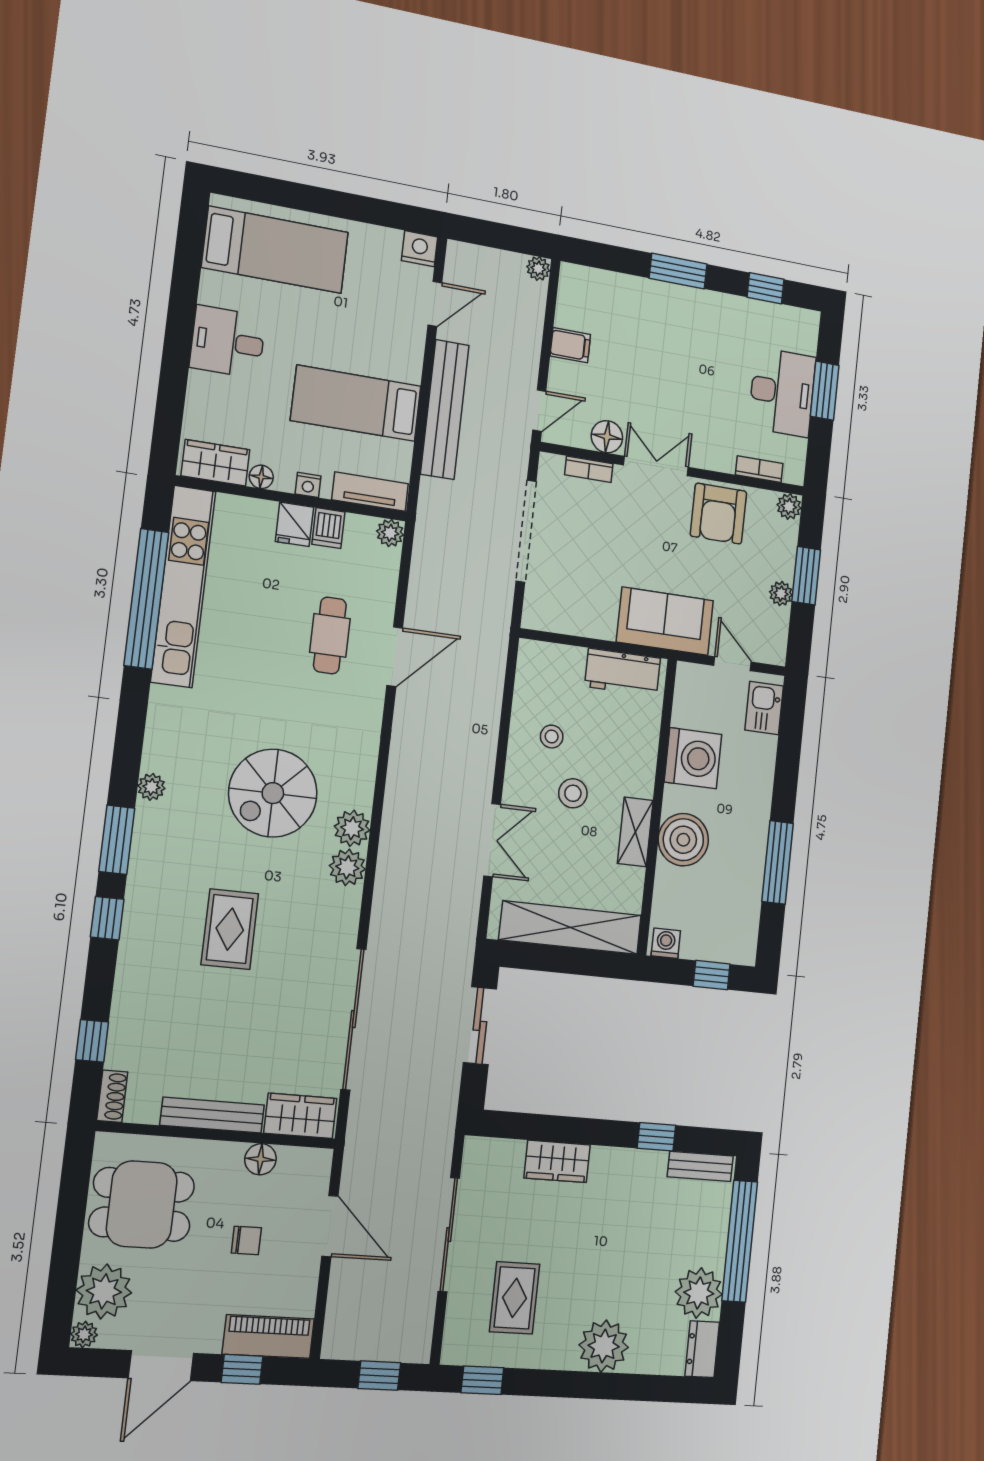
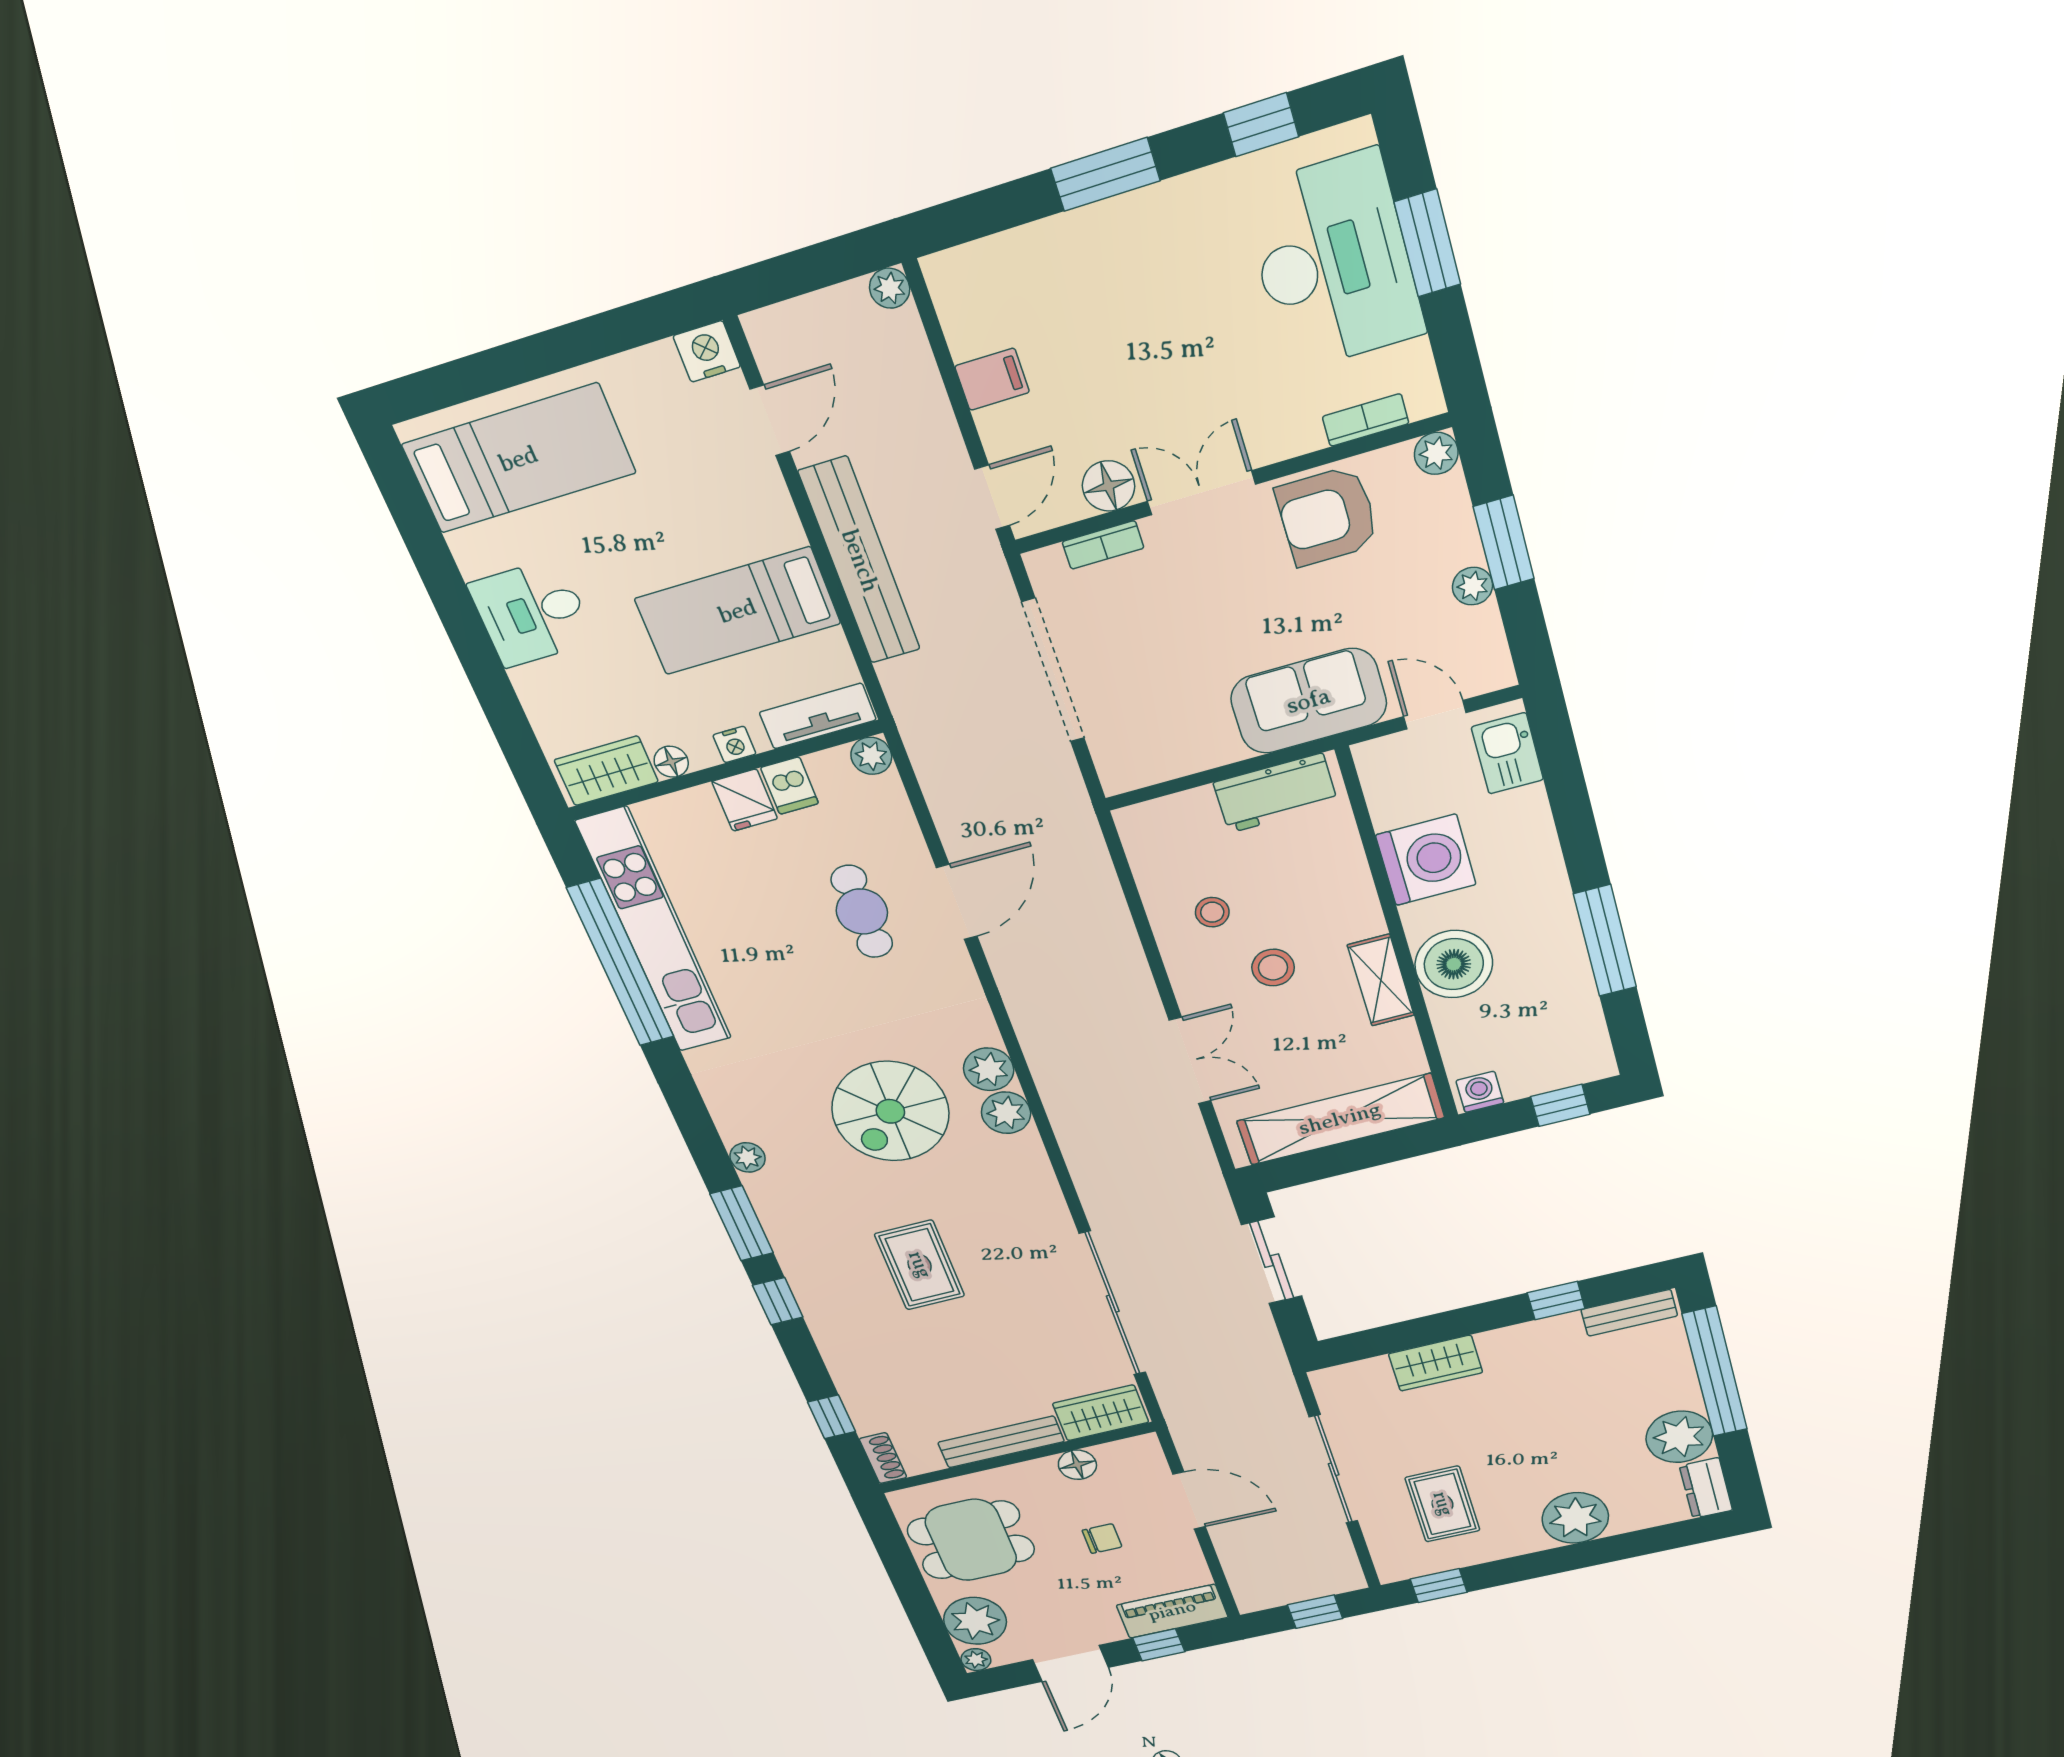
desk: (782, 392) -> (1333, 262), width x1.36, depth x1.30
armchair: (718, 514) -> (1327, 516), turned 90
plant: (347, 867) -> (989, 1069), moved

